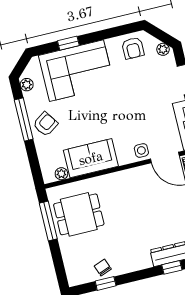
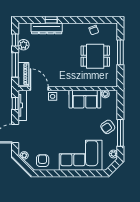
window: (68, 43) -> (81, 173), removed
dining table: (79, 214) -> (95, 56), moved
window: (48, 221) -> (120, 52), moved
window: (106, 283) -> (94, 20), removed

